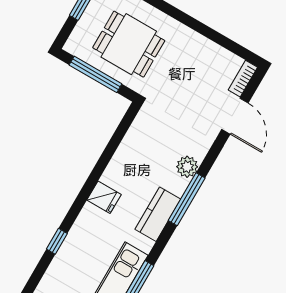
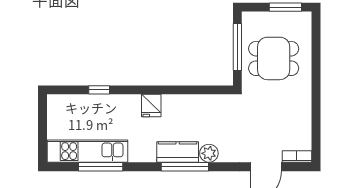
dining table: (129, 44) -> (274, 58), turned 90
kitchen counter: (158, 214) -> (178, 152), moved

